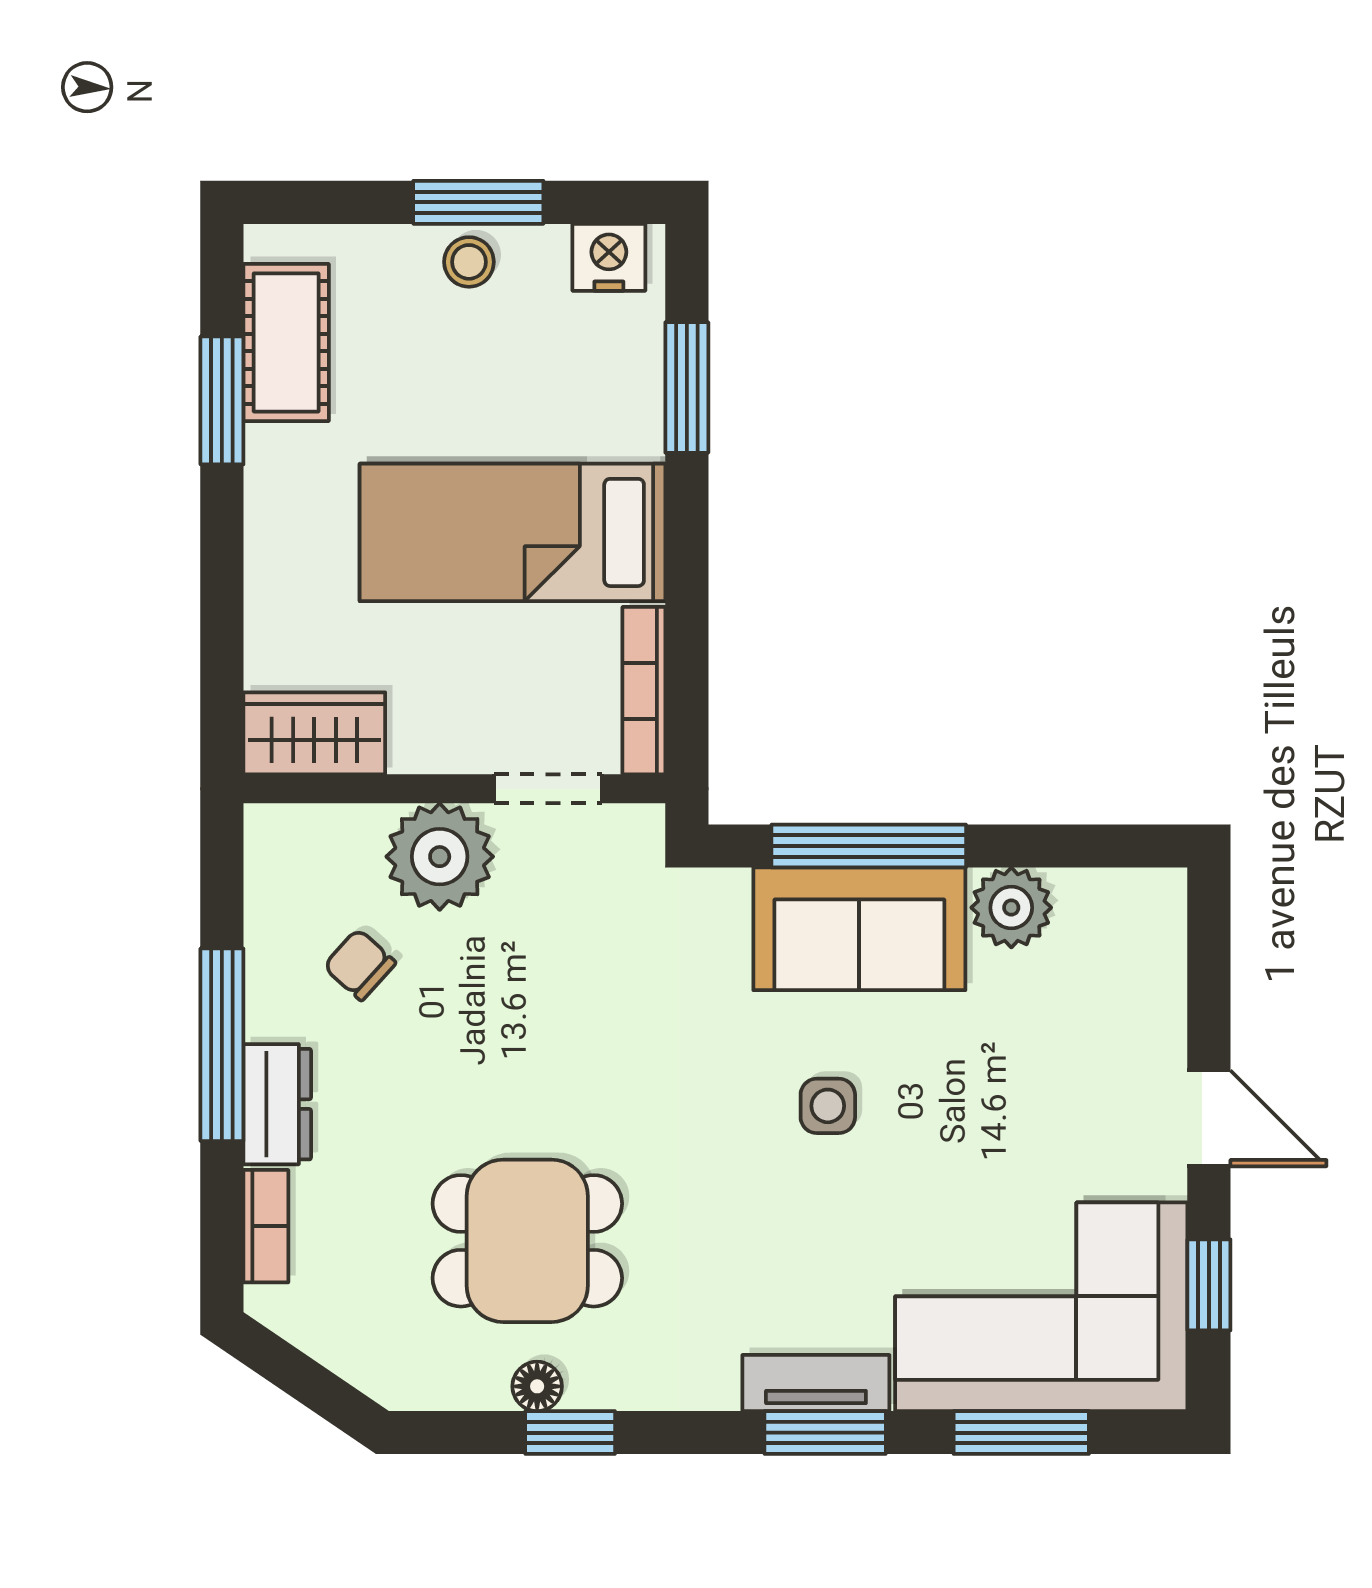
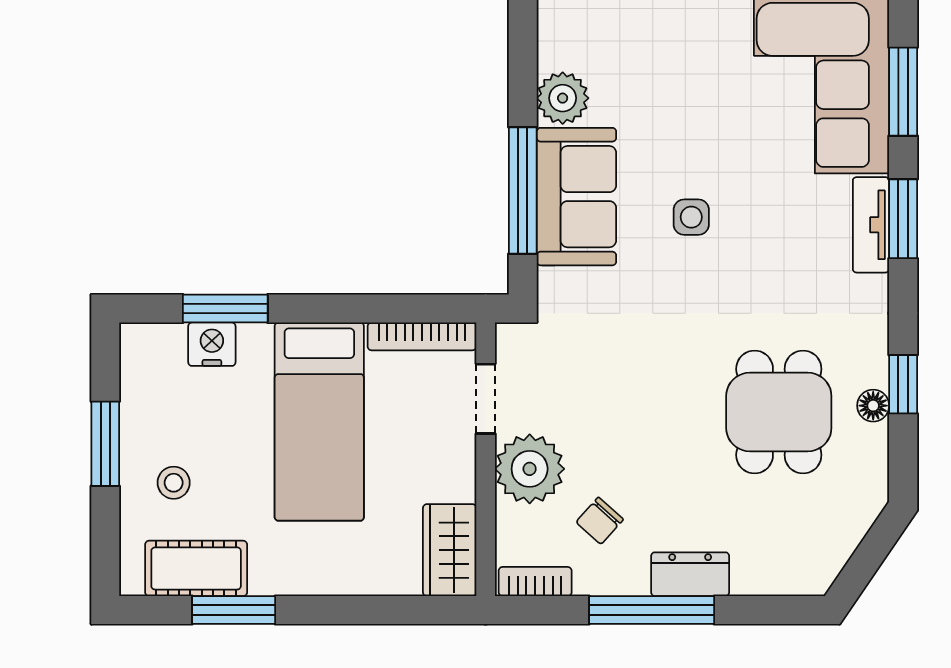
nightstand: (609, 257) -> (212, 344), moved, turned 90
stool: (469, 262) -> (174, 483), moved
bookcase: (266, 1226) -> (535, 582), moved

